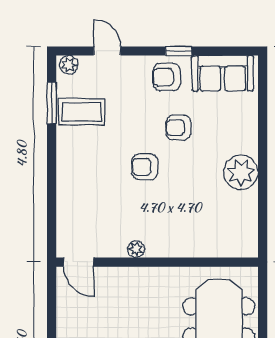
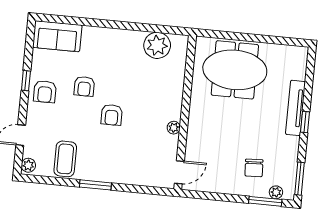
sofa: (223, 73) -> (57, 36), moved, turned 90
window: (52, 103) -> (95, 185), moved
plant: (241, 172) -> (157, 45), moved

